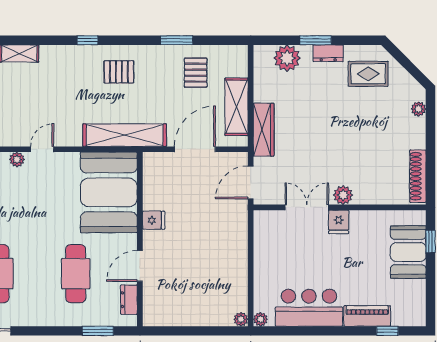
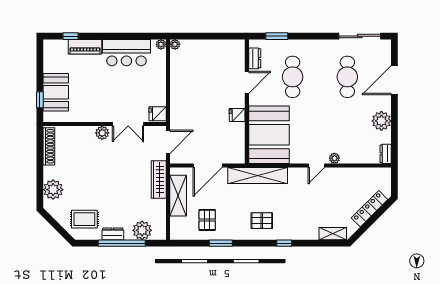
window: (316, 40) -> (122, 243), width x2.11
plant: (419, 109) -> (53, 190), width x1.87, depth x1.87
fridge: (339, 222) -> (158, 114), moved, turned -90

